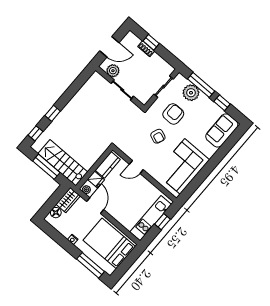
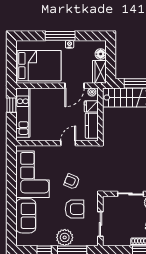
plant: (191, 93) -> (65, 237), moved
armchair: (173, 114) -> (75, 209), turned -90
sofa: (222, 130) -> (26, 216), moved
door: (95, 206) -> (74, 86), hinge flipped
window: (163, 222) -> (11, 105), moved
window: (91, 265) -> (60, 36), moved

